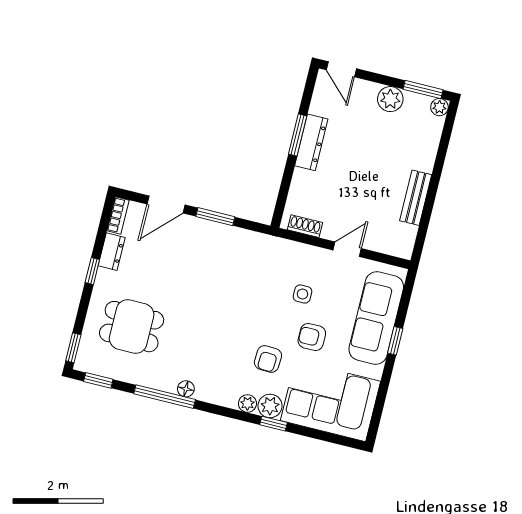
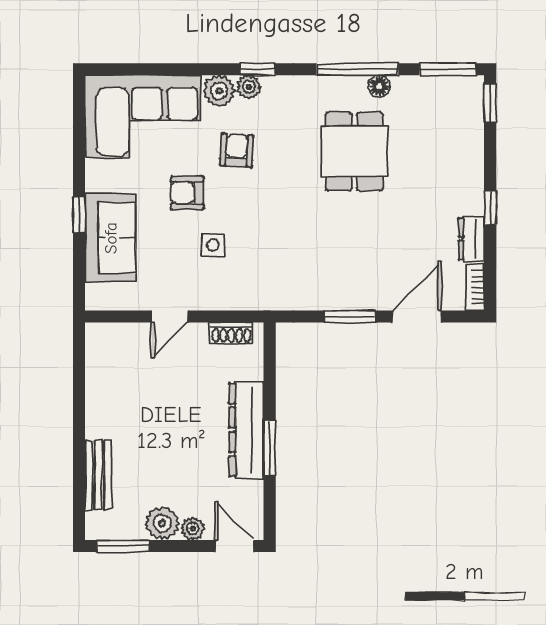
plant: (439, 107) -> (193, 529), moved
dresser: (311, 142) -> (246, 430), width x1.37, depth x1.24
bench: (416, 198) -> (98, 475), moved
sofa: (376, 318) -> (111, 238), width x0.73
dining table: (132, 327) -> (354, 151), moved, turned 90
armchair: (312, 337) -> (187, 193), turned 180
window: (98, 380) -> (448, 69), width x1.50
floor lamp: (186, 389) -> (379, 86), moved
window: (273, 424) -> (257, 69), moved

